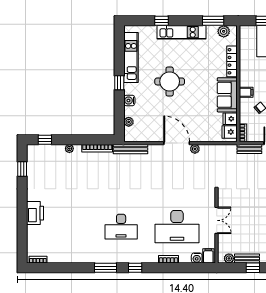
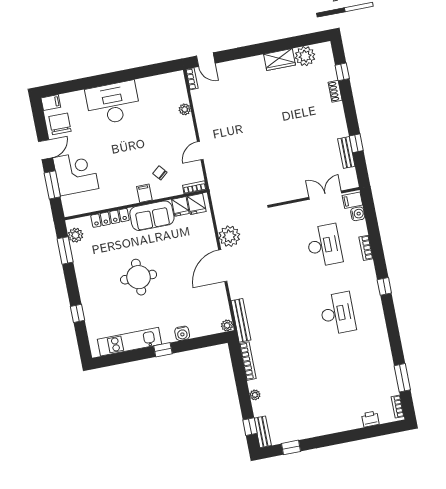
kitchen unit: (182, 32) -> (87, 286), removed
round table: (170, 81) -> (139, 277), moved
plant: (129, 122) -> (227, 325), moved
plant: (195, 149) -> (229, 236), width x1.88, depth x1.88
bench: (249, 149) -> (263, 432), moved
printer: (35, 213) -> (370, 419), moved, width x0.53, depth x0.68
double door: (217, 220) -> (325, 195), moved
desk: (177, 227) -> (324, 245), width x0.73, depth x0.77
plant: (229, 258) -> (350, 175), removed
window: (105, 268) -> (402, 378), moved

